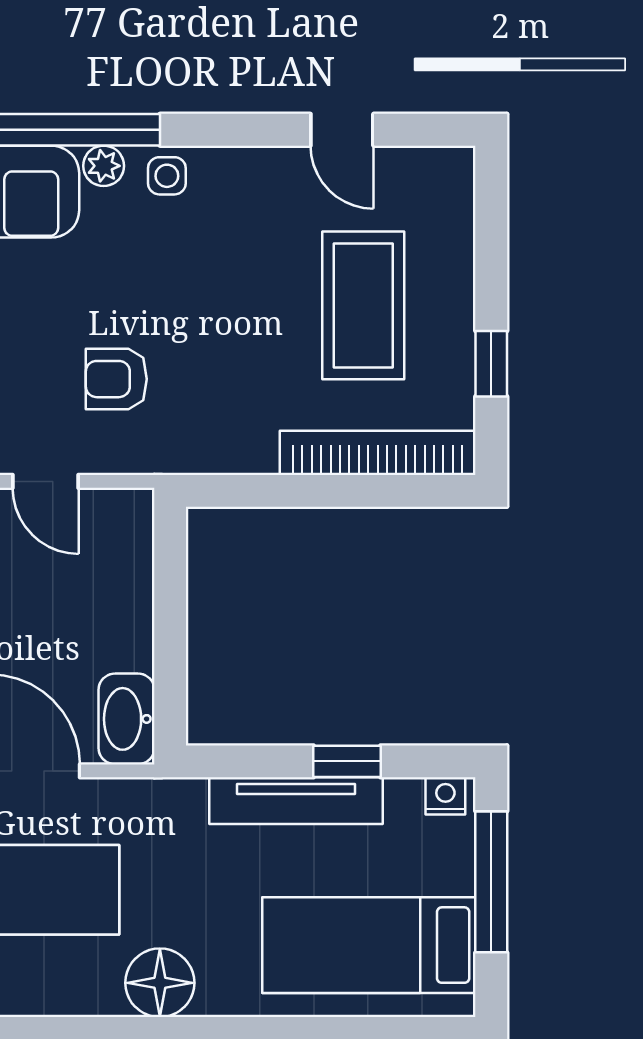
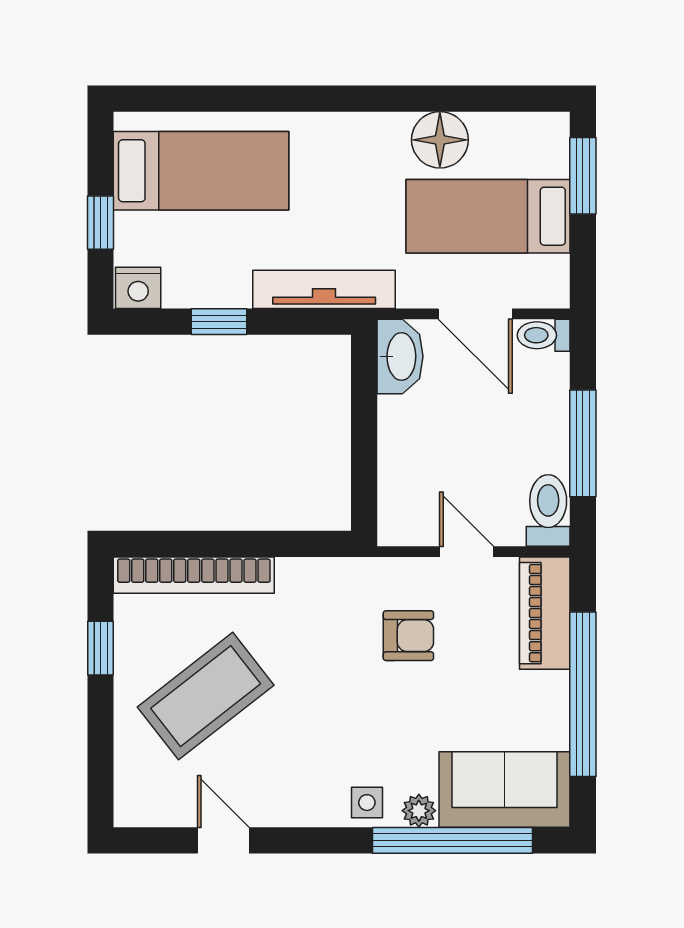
coffee table: (363, 305) -> (206, 696), turned 52
nightstand: (445, 796) -> (138, 288), width x1.39, depth x1.35
tv unit: (296, 801) -> (324, 289), moved
window: (491, 882) -> (101, 223), width x0.46
floor lamp: (160, 983) -> (440, 140), moved

